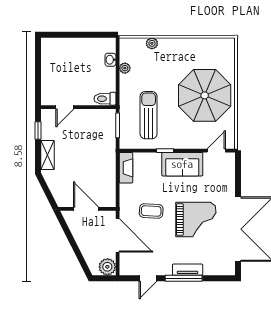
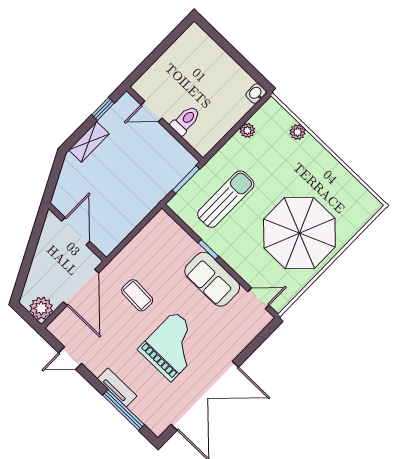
washbasin: (110, 60) -> (256, 93), moved
toilet: (105, 99) -> (186, 120), moved, turned 90
fireplace: (126, 168) -> (154, 229), removed
grand piano: (196, 220) -> (173, 346), turned -90
window: (184, 278) -> (123, 410), moved

